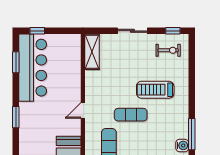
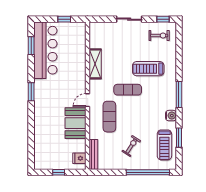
window: (37, 31) -> (64, 19), moved
shelving: (92, 52) -> (95, 64), moved
door: (83, 110) -> (88, 100), moved
window: (192, 134) -> (179, 94), moved

